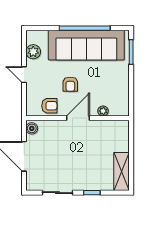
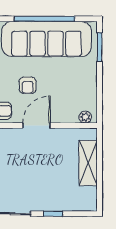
plant: (103, 111) -> (85, 117), moved
shelving: (121, 171) -> (88, 163), moved

